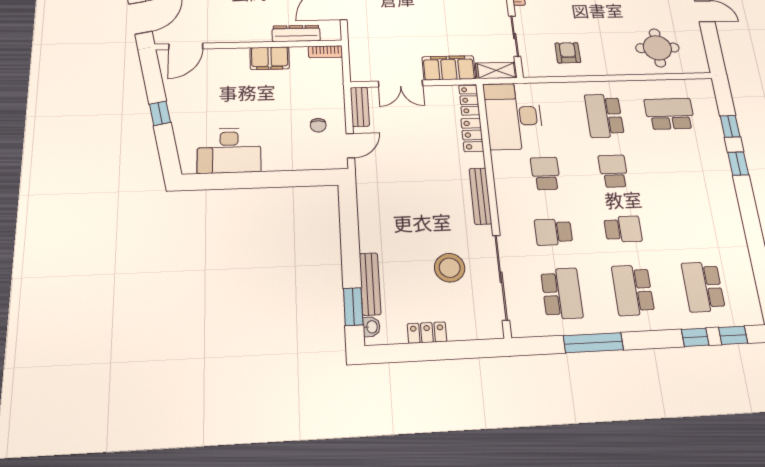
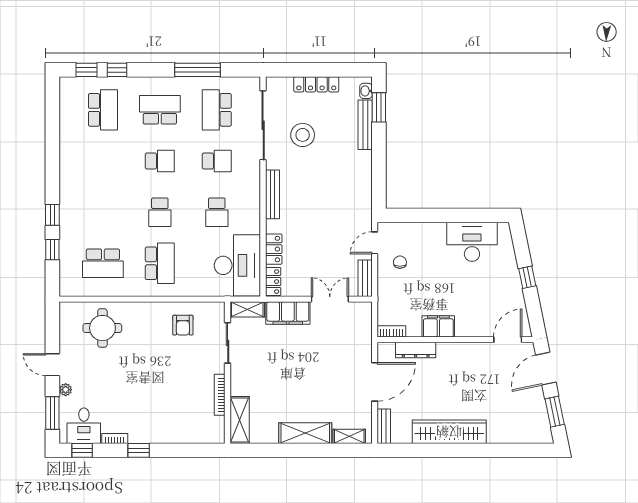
school desk: (623, 229) -> (160, 161), turned 180
school desk: (633, 290) -> (160, 110), turned -90
locker: (427, 333) -> (316, 84), width x1.53

